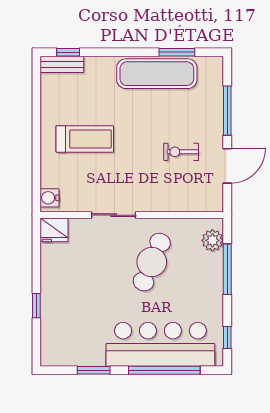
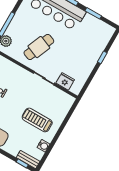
water cooler: (50, 198) -> (43, 146), moved
fridge: (54, 230) -> (65, 81), moved

